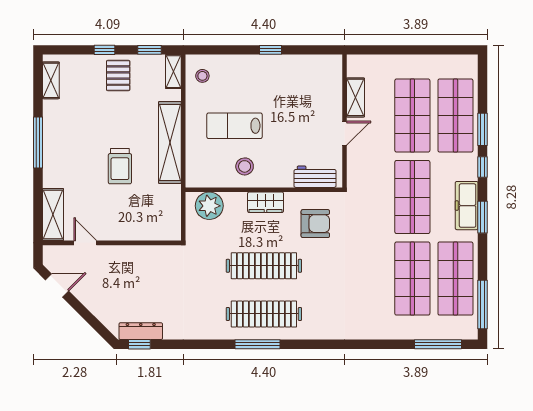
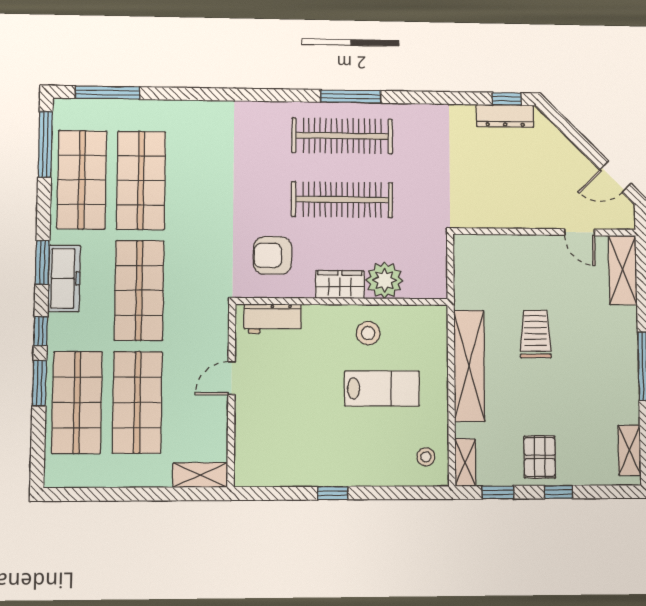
shelving: (356, 97) -> (200, 475), moved, turned 90
plant: (209, 206) -> (385, 280), moved

